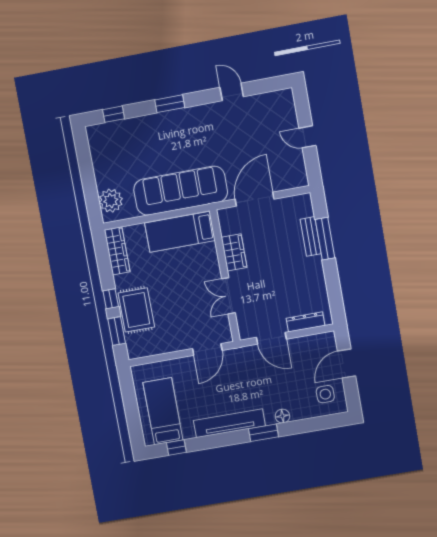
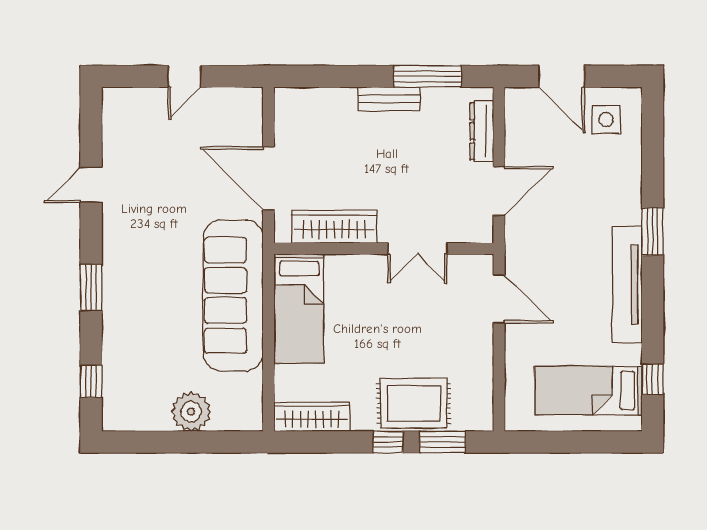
plant: (111, 201) -> (191, 412), moved
bench: (311, 236) -> (389, 99), moved
window: (325, 239) -> (428, 76), moved
wardrobe: (234, 252) -> (334, 227), width x1.50
floor lamp: (282, 416) -> (630, 196), removed

